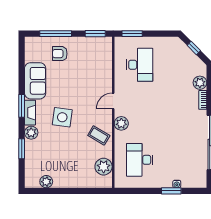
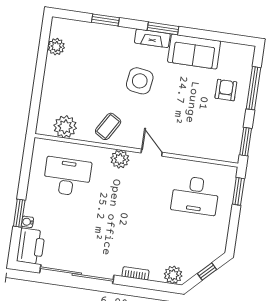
plant: (200, 83) -> (173, 275), moved
plant: (31, 133) -> (125, 36), removed
printer: (194, 179) -> (31, 246), added

